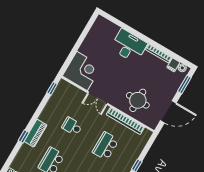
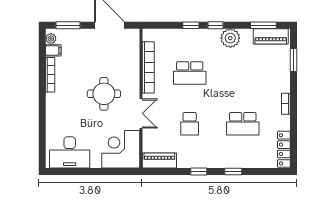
desk: (129, 46) -> (70, 152), moved, turned -90
window: (52, 88) -> (199, 172), moved
round table: (138, 100) -> (104, 94), moved
piano: (35, 133) -> (159, 161), moved

